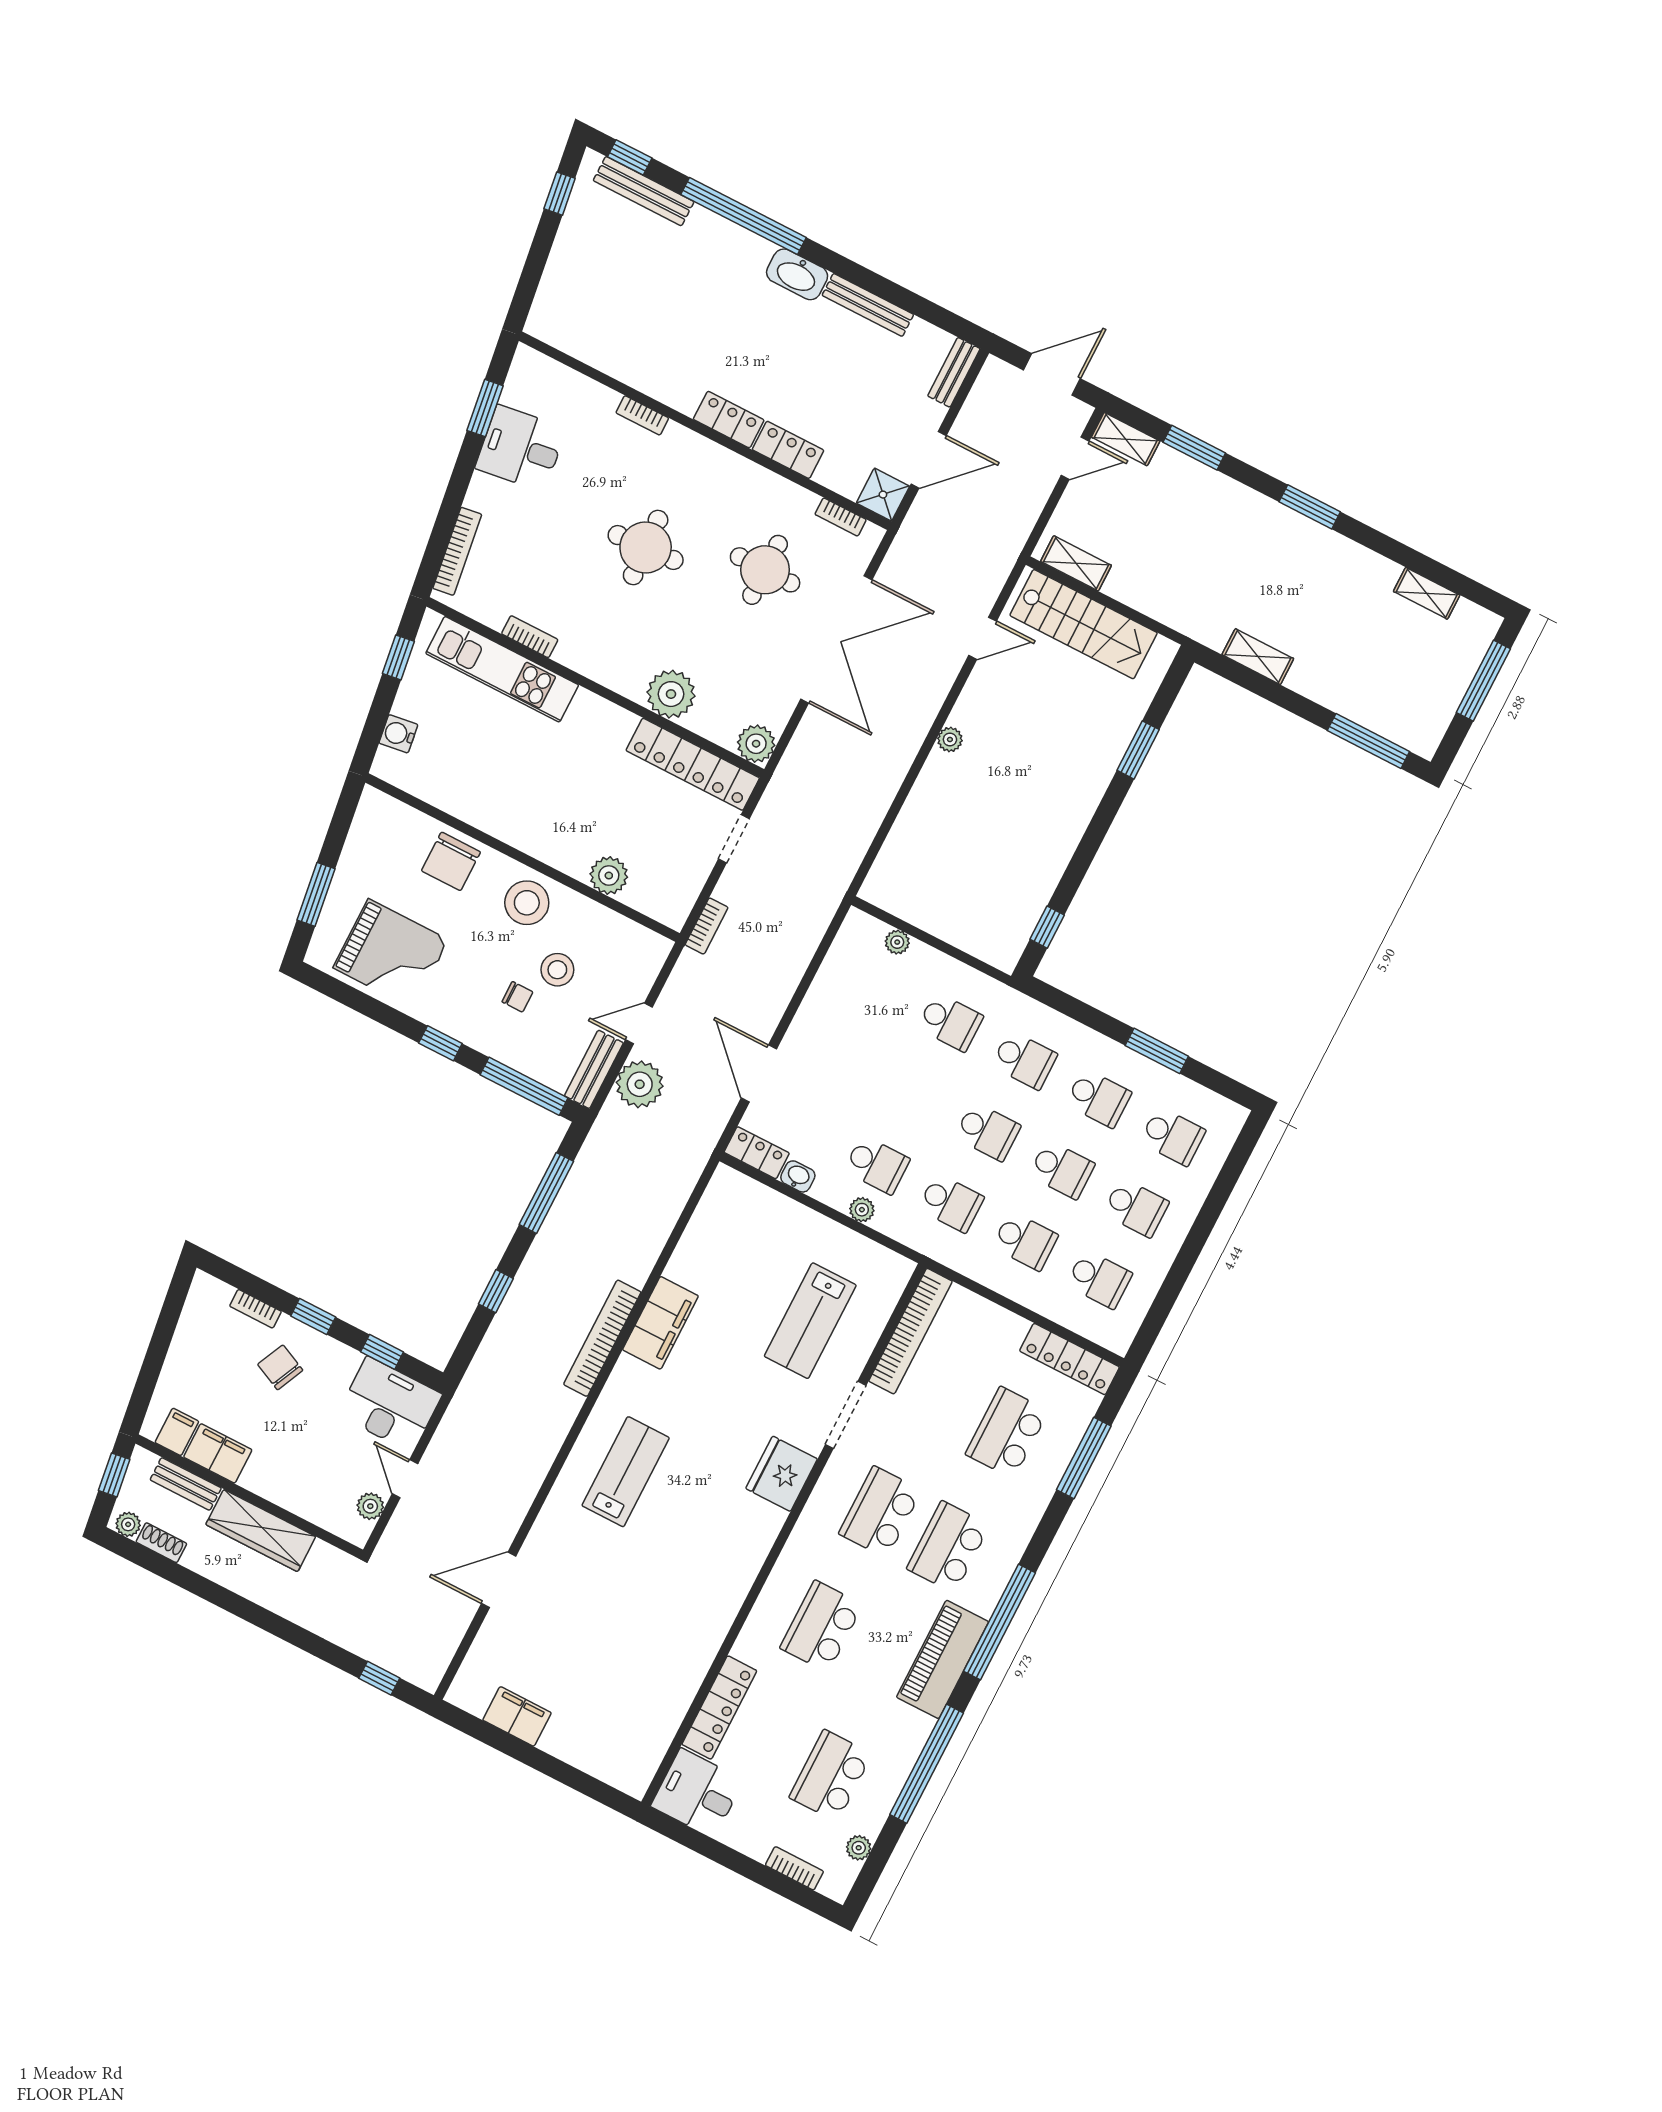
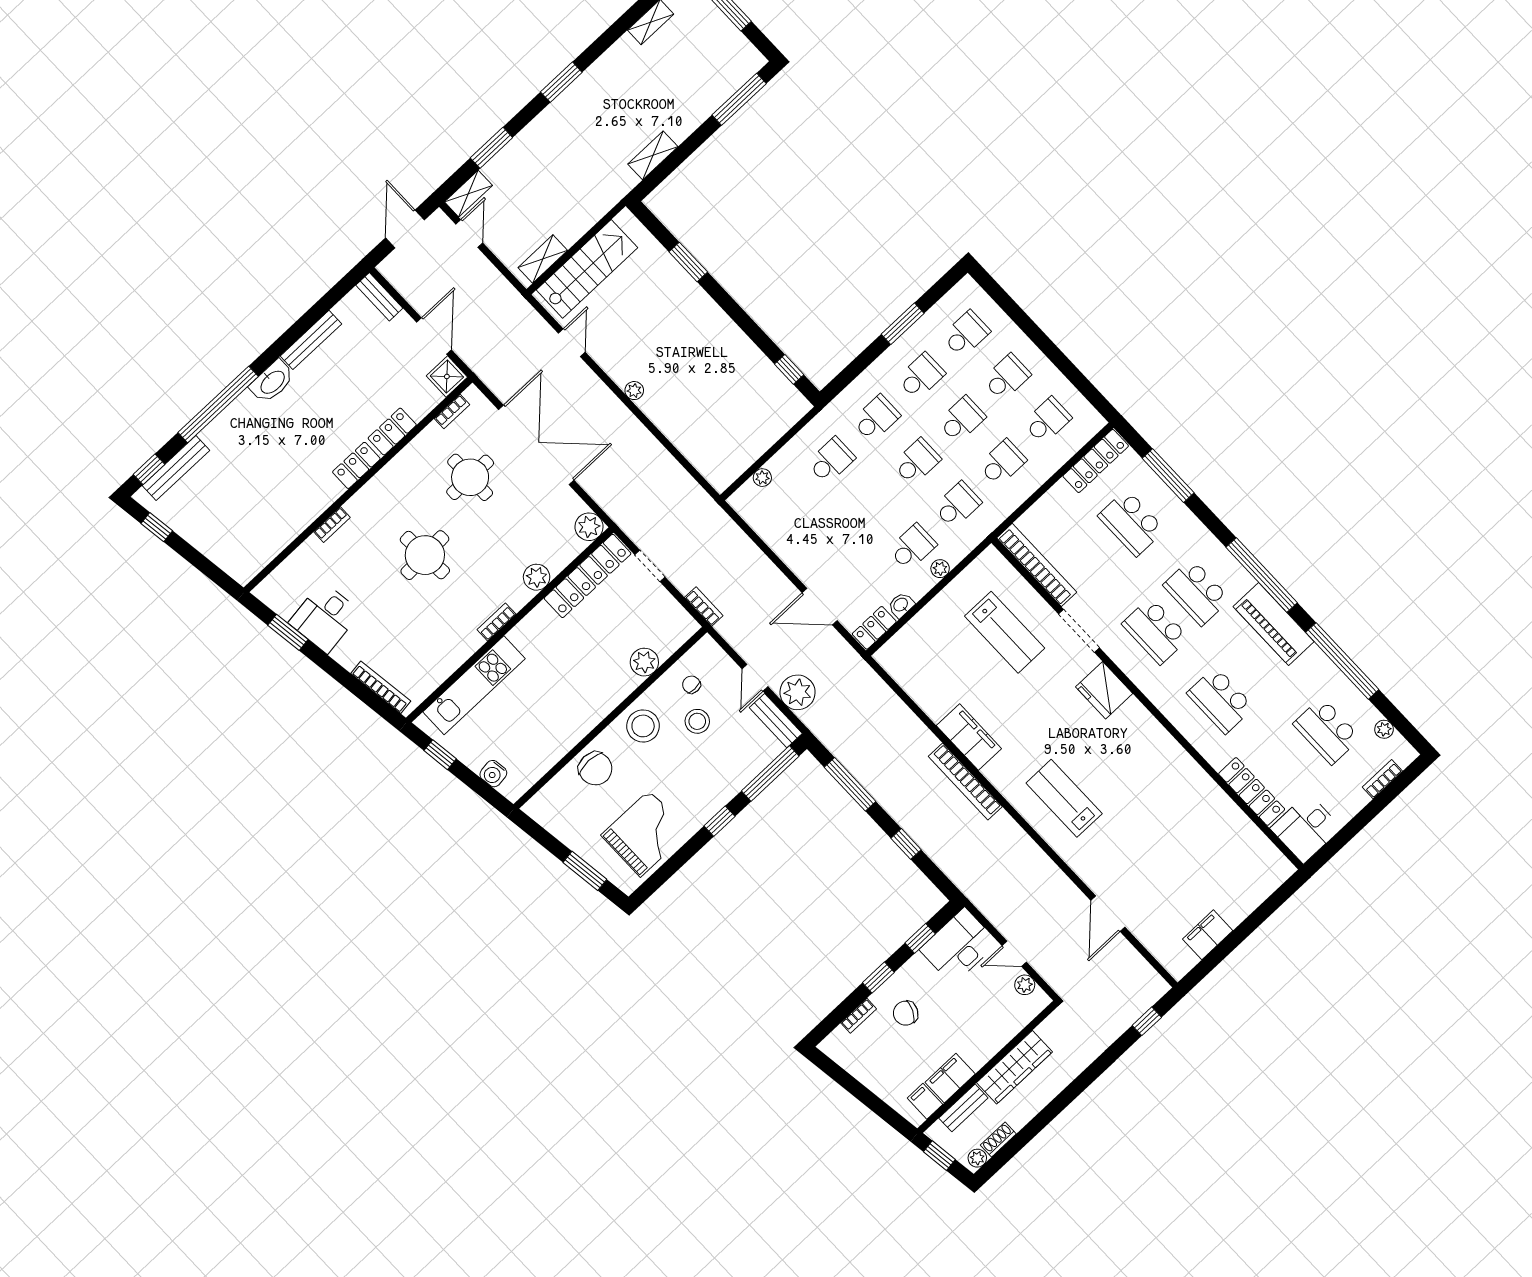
bookcase: (530, 637) -> (497, 622), moved
plant: (671, 694) -> (537, 577), width x0.73, depth x0.73
chair: (517, 997) -> (691, 685), moved, turned -90

